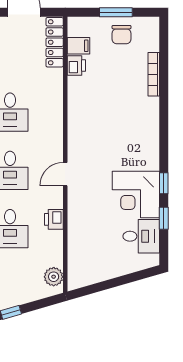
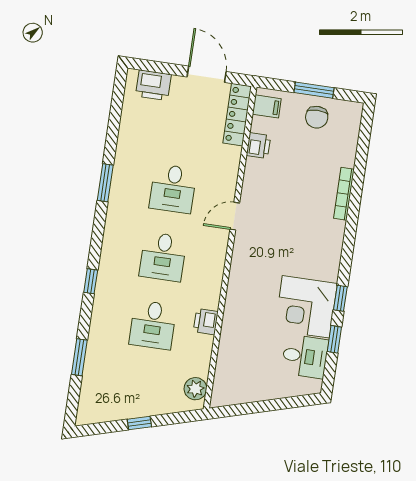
filing cabinet: (78, 46) -> (267, 106), moved
bookcase: (154, 74) -> (344, 194), moved
door: (65, 174) -> (235, 216), moved

